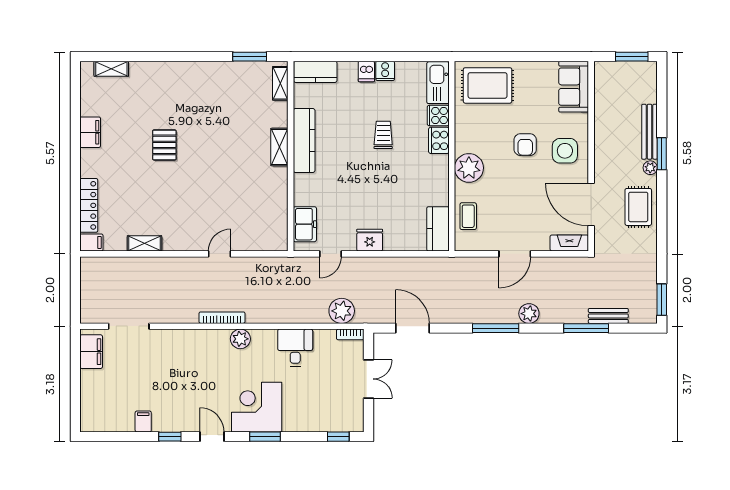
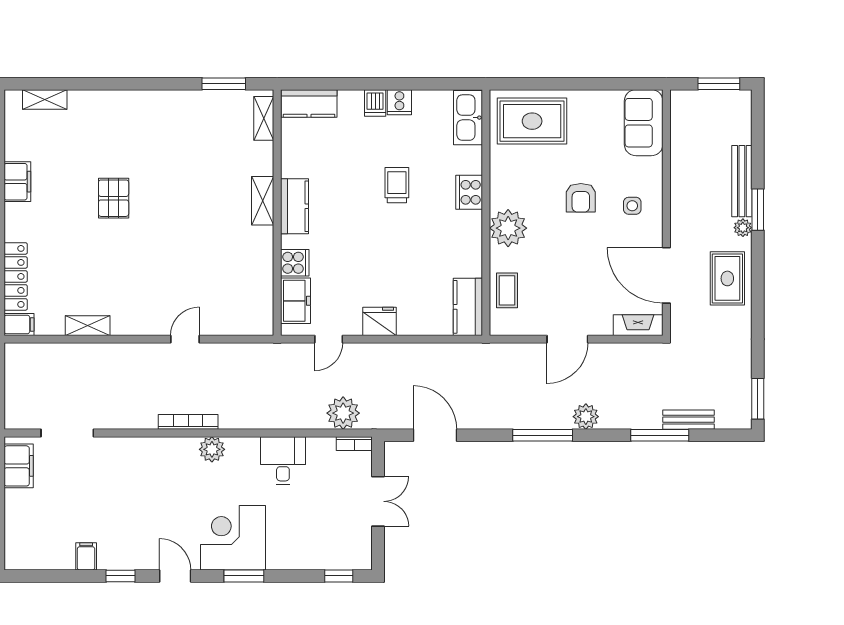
cooker: (438, 115) -> (295, 263), moved, turned 180
kitchen counter: (304, 140) -> (294, 206), width x0.67
side table: (565, 151) -> (632, 206), width x0.54, depth x0.54

